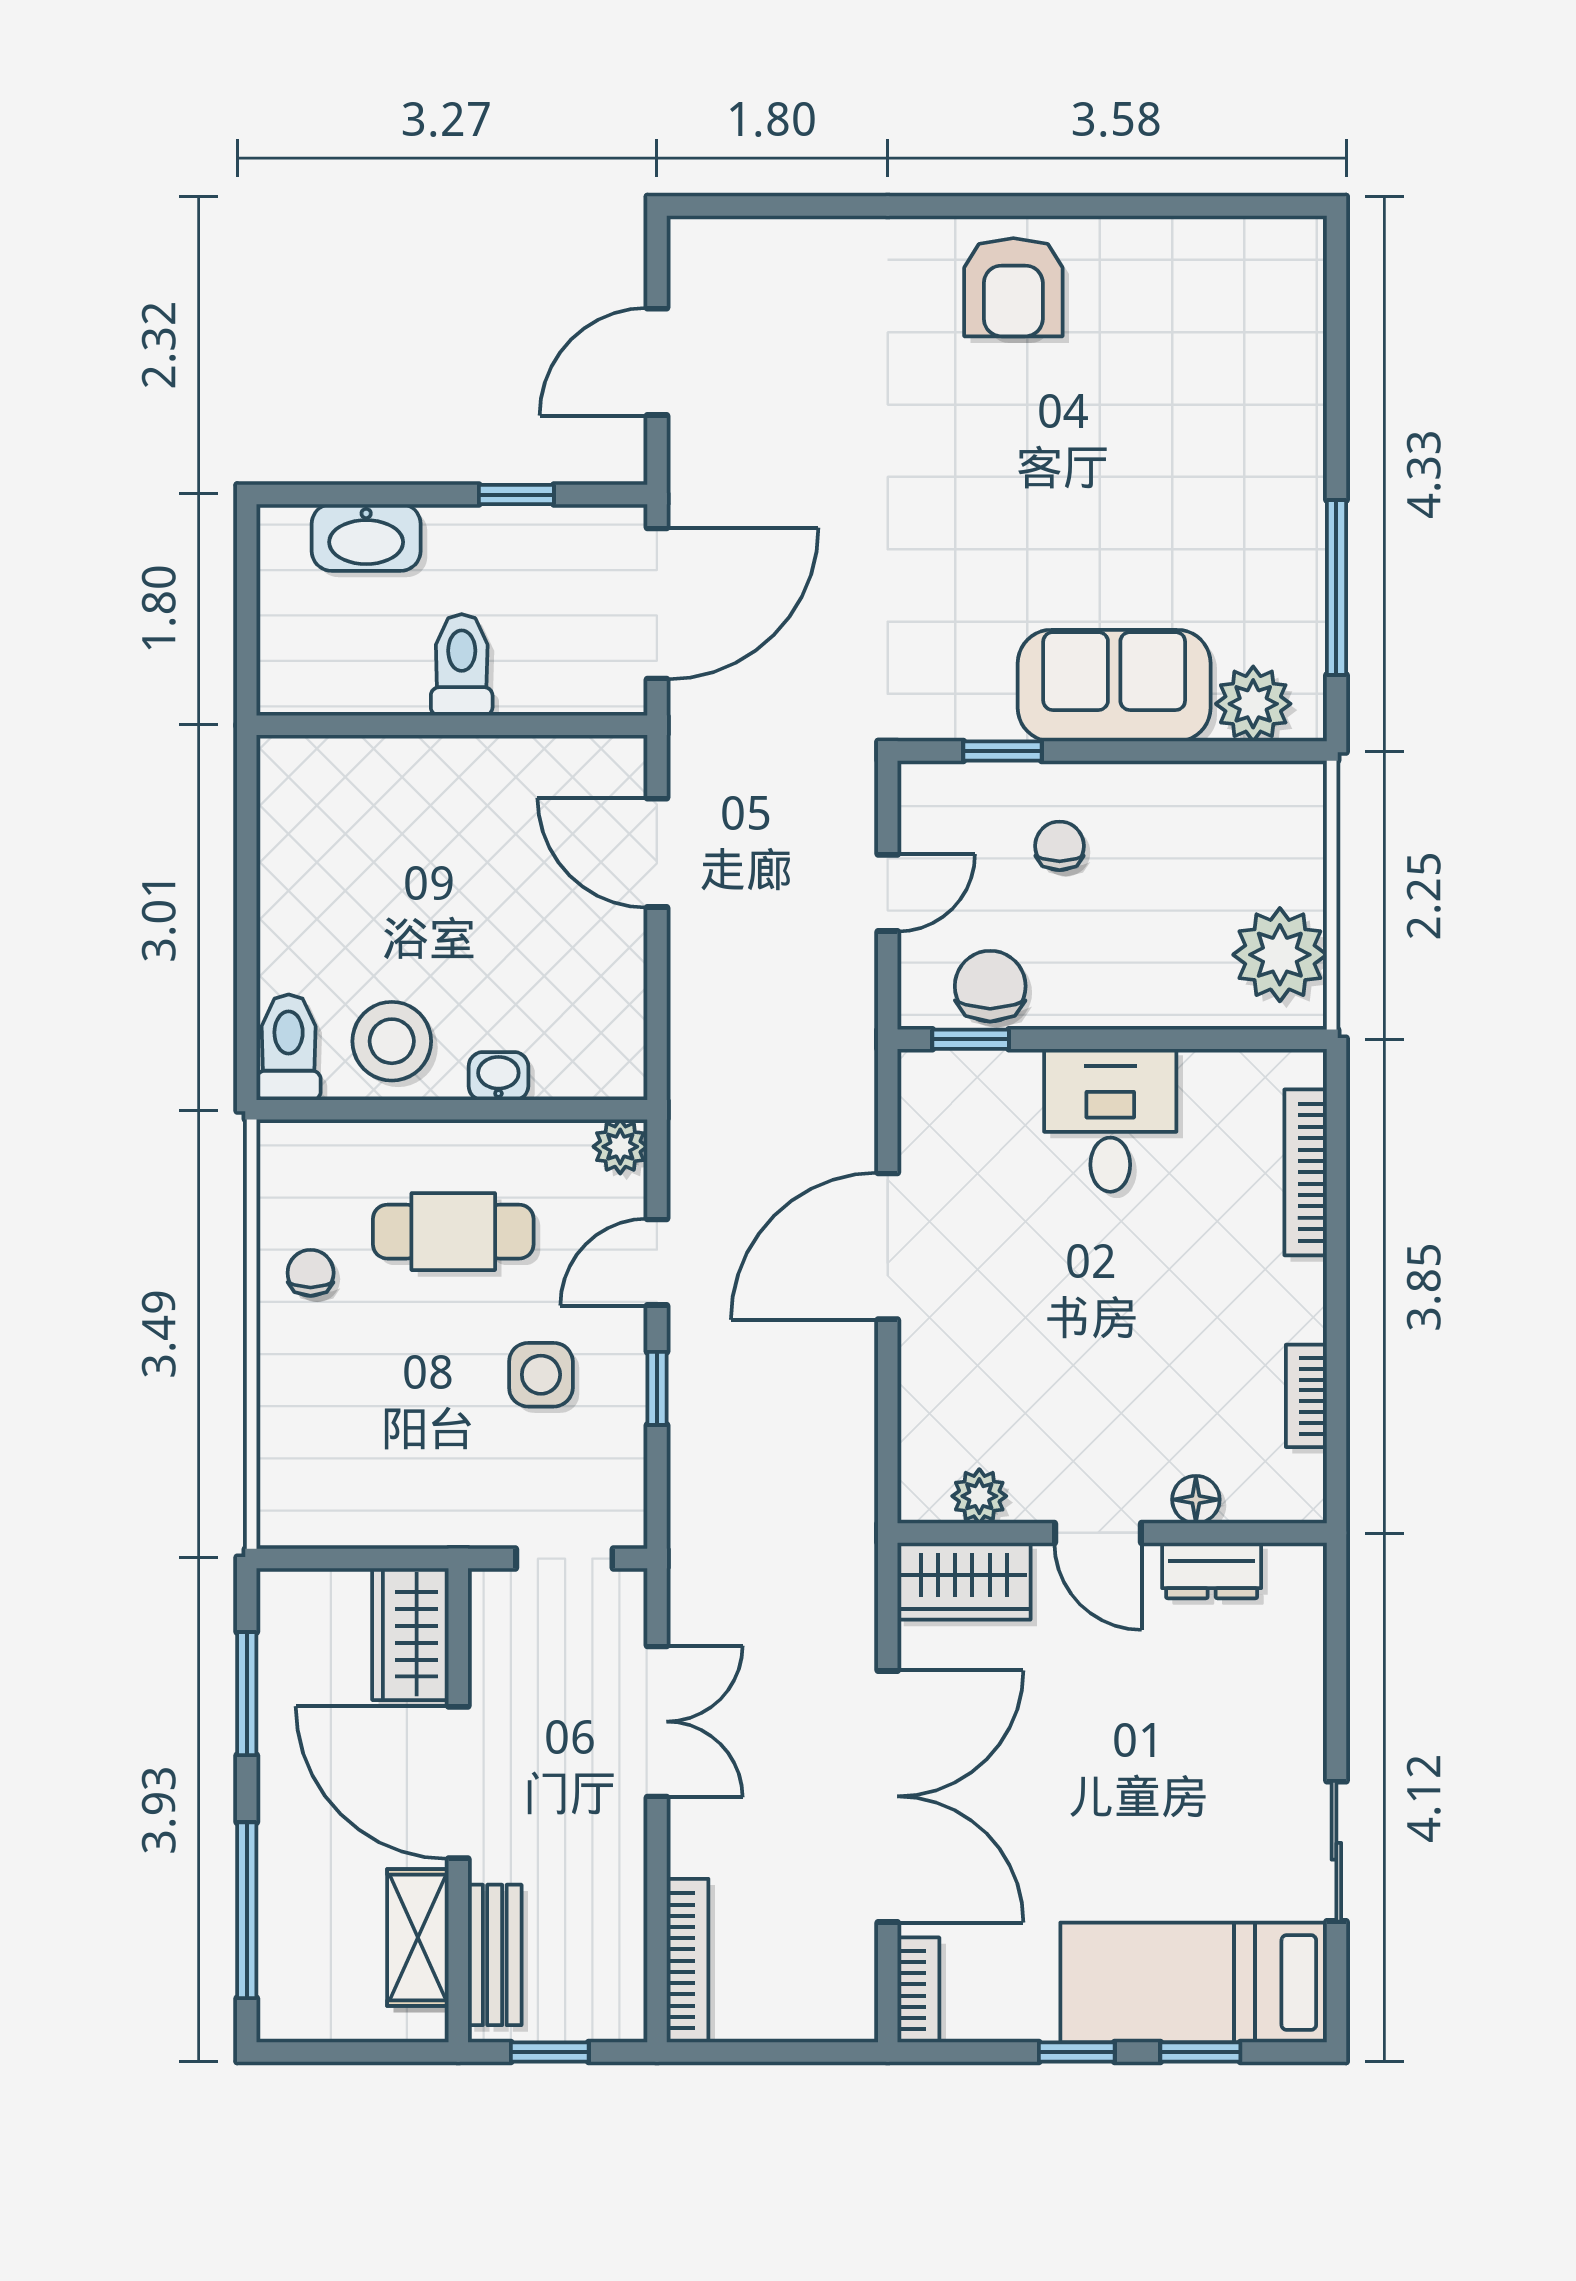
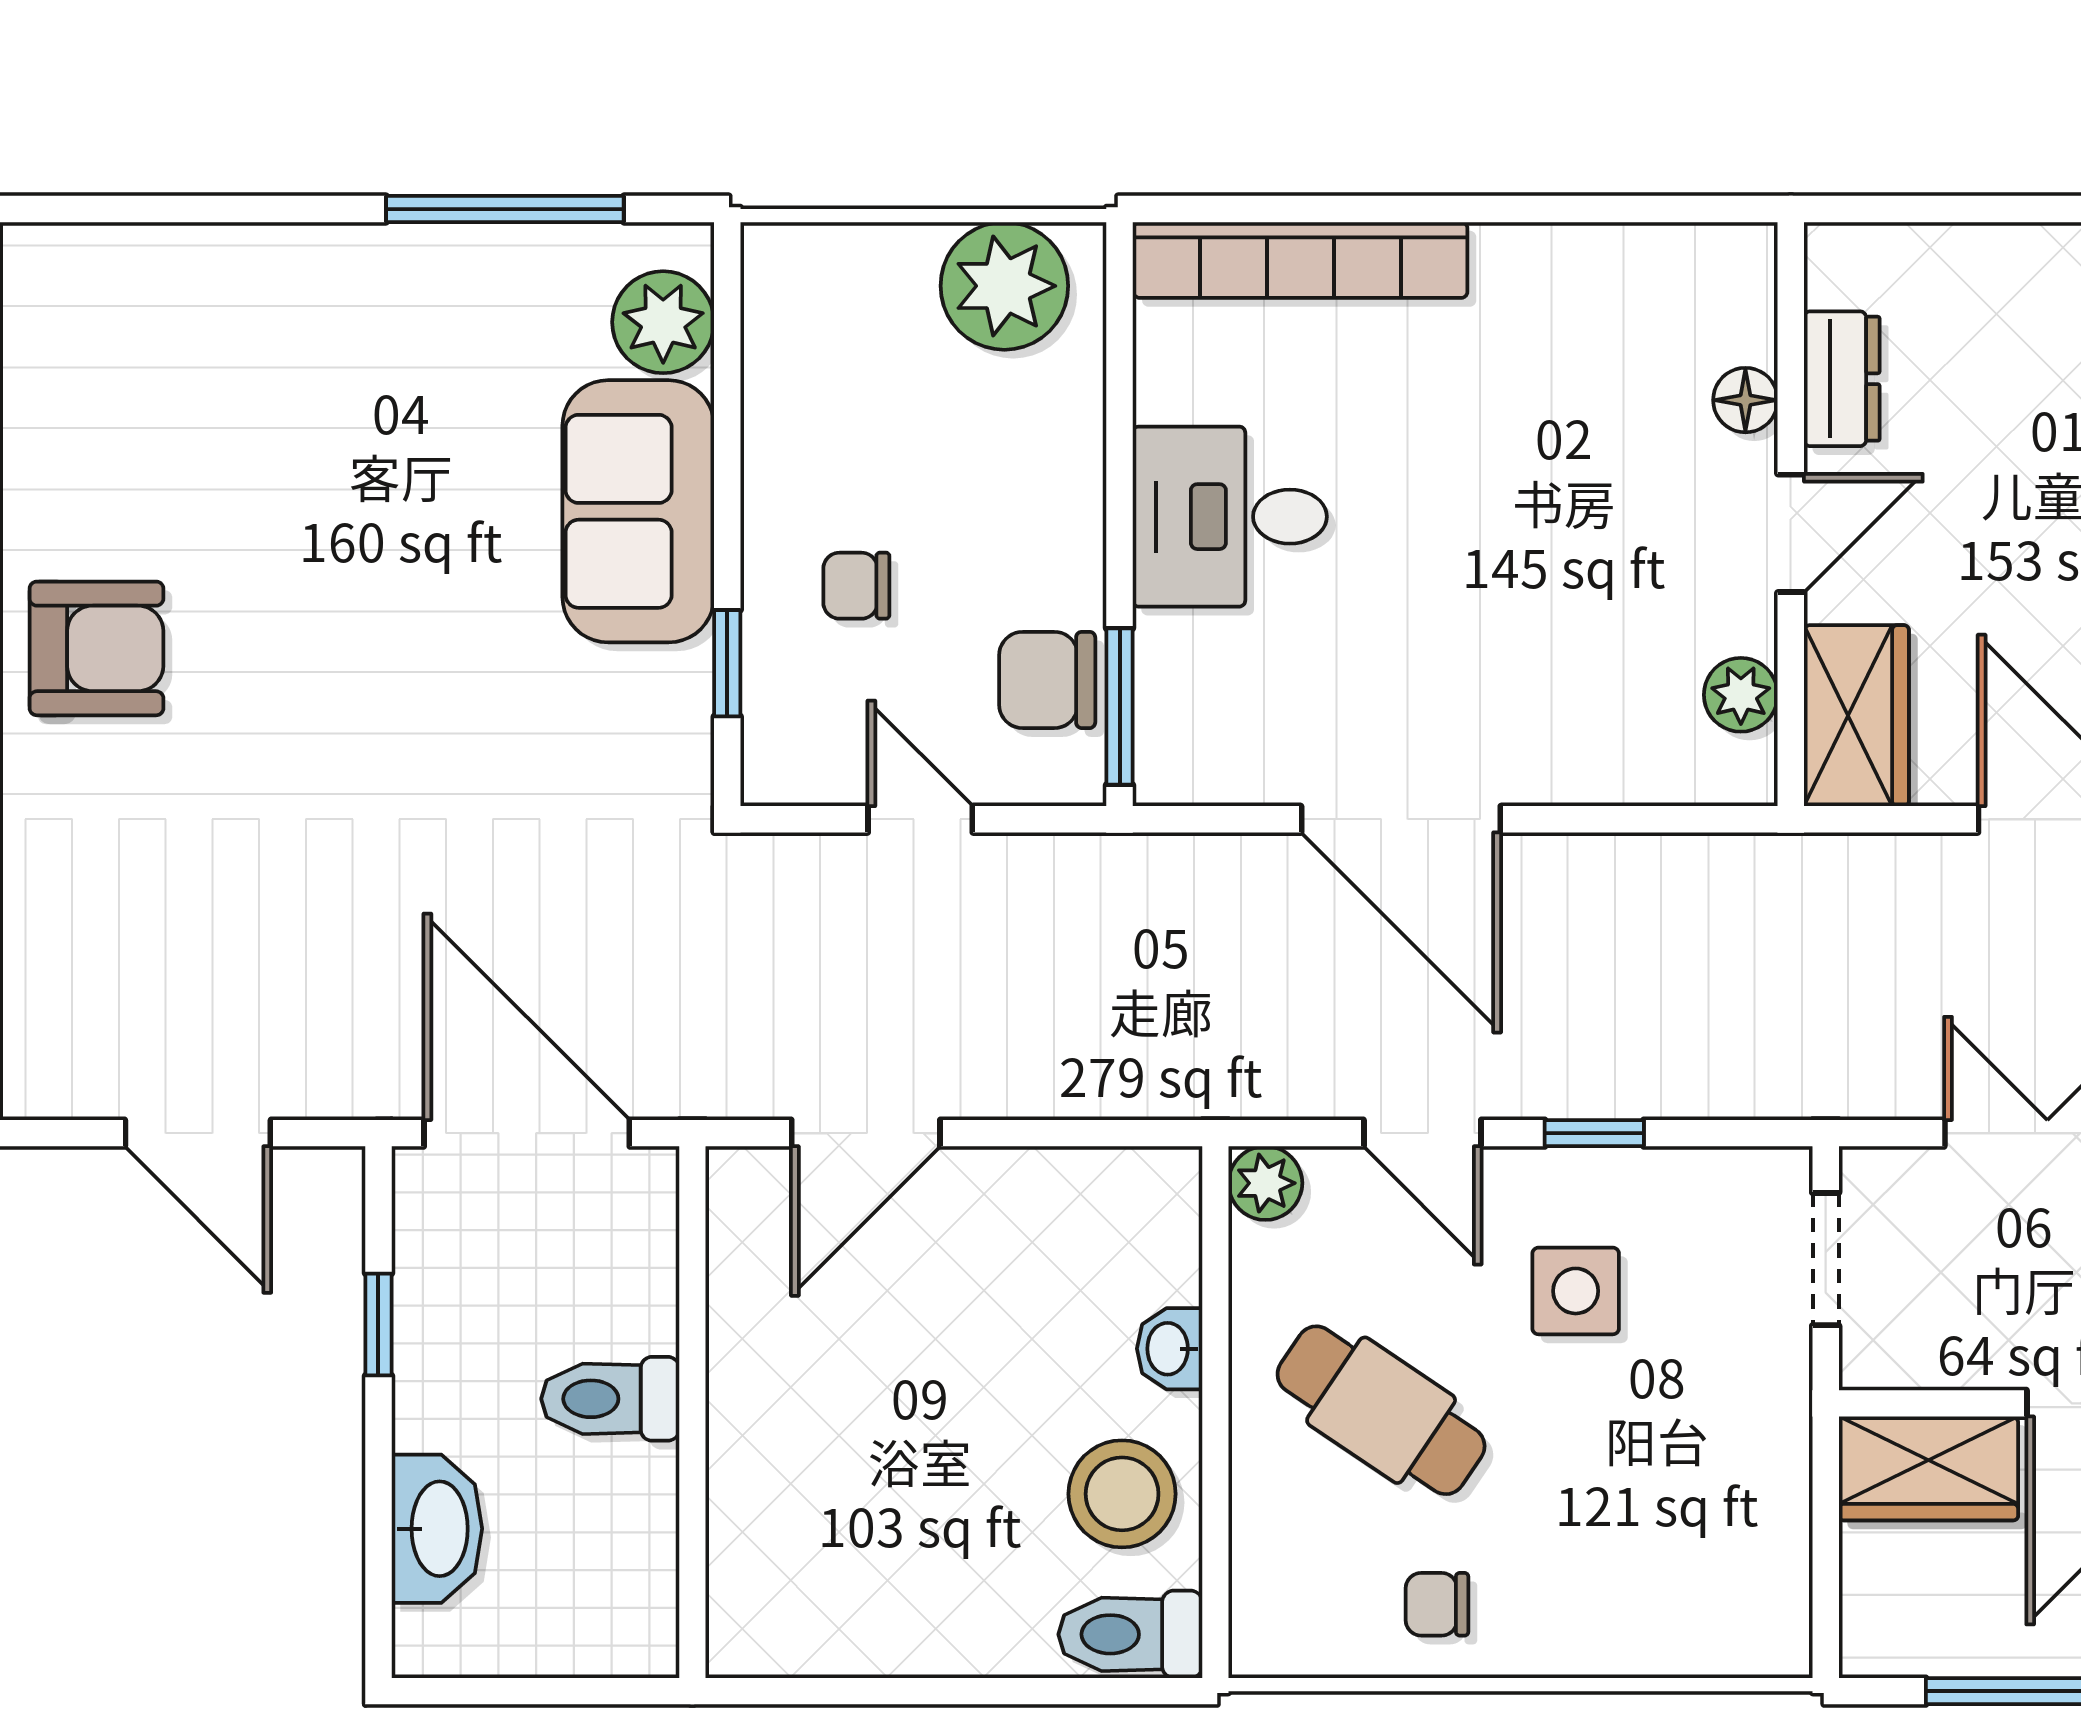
window: (971, 1039) -> (1120, 707), width x1.50
bookcase: (1306, 1172) -> (1300, 260), width x1.48, depth x1.31
cafe table: (453, 1232) -> (1381, 1410), turned -56
bookcase: (1306, 1396) -> (1604, 250), removed

